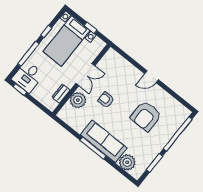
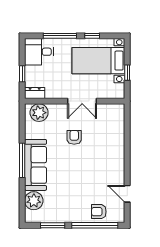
door: (151, 77) -> (127, 194), moved
window: (20, 90) -> (22, 74), moved
dresser: (61, 94) -> (35, 93), moved
plant: (78, 100) -> (39, 113), moved
armchair: (146, 116) -> (99, 212), moved, width x0.53, depth x0.53

